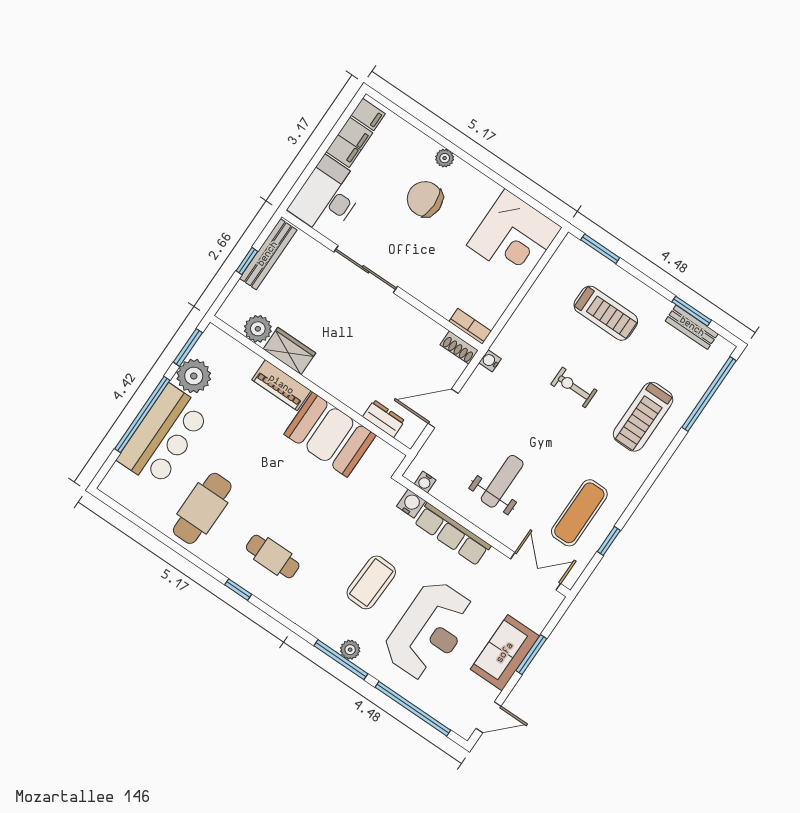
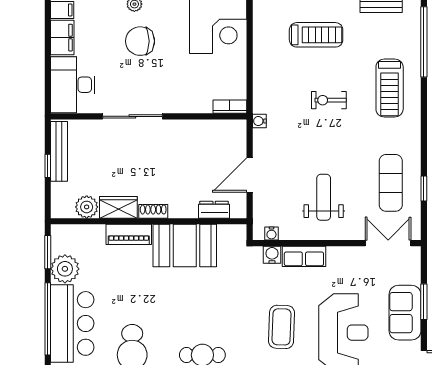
shoe rack: (459, 348) -> (153, 211), moved, turned 180
row of seats: (452, 534) -> (304, 256), width x0.68

